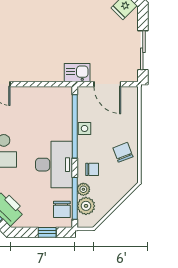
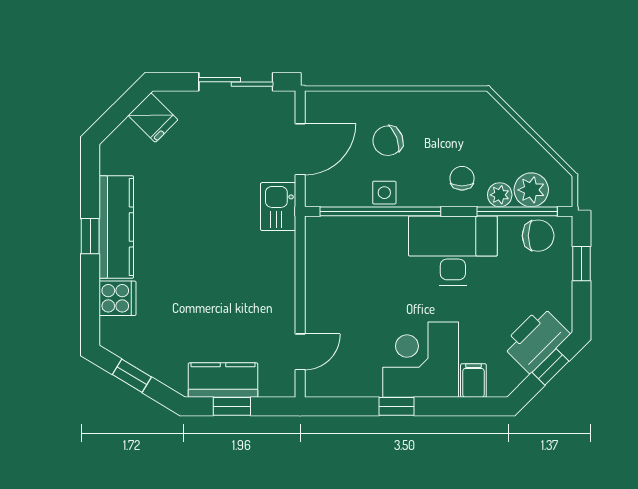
chair: (123, 152) -> (388, 141), moved

